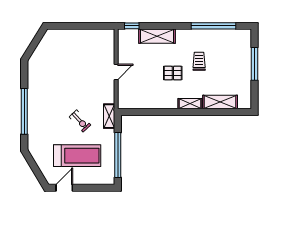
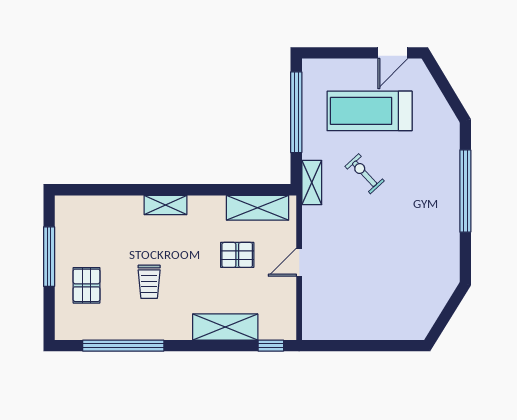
pallet: (234, 59) -> (87, 285), added
window: (254, 64) -> (49, 257), moved
pallet: (173, 73) -> (237, 255), moved
shelving: (220, 102) -> (258, 208), moved

